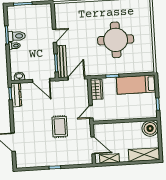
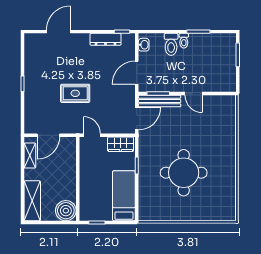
toilet: (17, 36) -> (171, 44), moved
door: (76, 78) -> (137, 119), hinge flipped
dresser: (16, 95) -> (105, 39), moved

